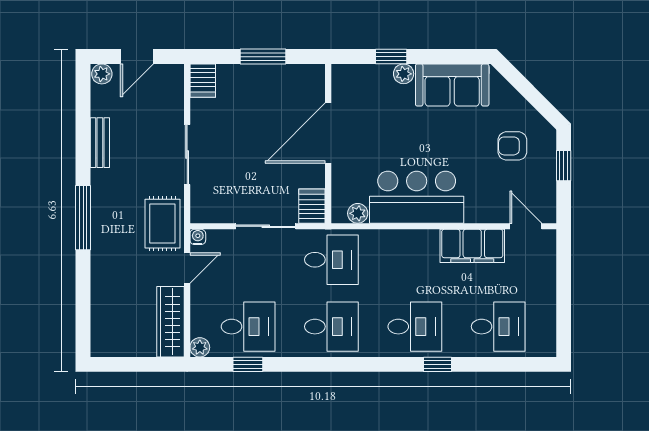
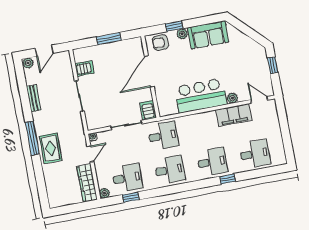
server rack: (203, 81) -> (85, 68), moved, turned -90
armchair: (512, 146) -> (160, 43), moved
plant: (358, 213) -> (232, 98), moved
rug: (162, 224) -> (51, 148), moved

